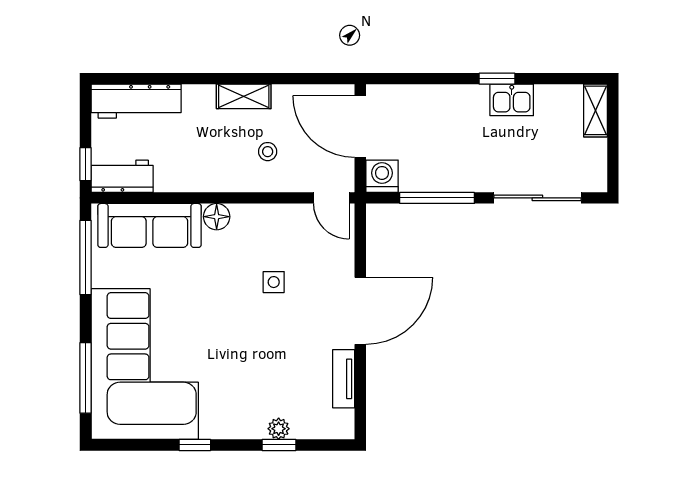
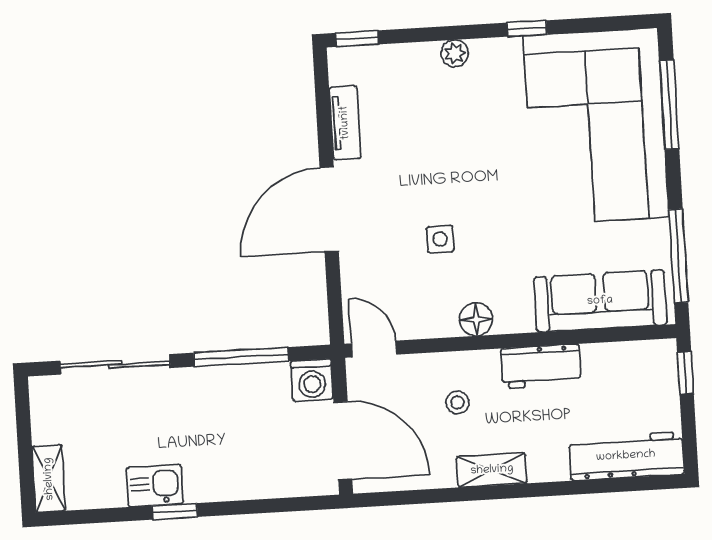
workbench: (122, 176) -> (541, 366), moved
floor lamp: (217, 217) -> (476, 319), moved
plant: (279, 429) -> (455, 53), moved
window: (279, 445) -> (357, 39), moved

